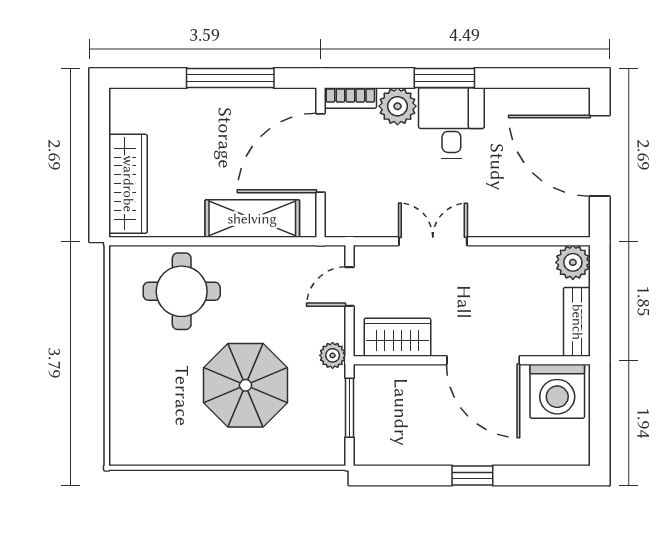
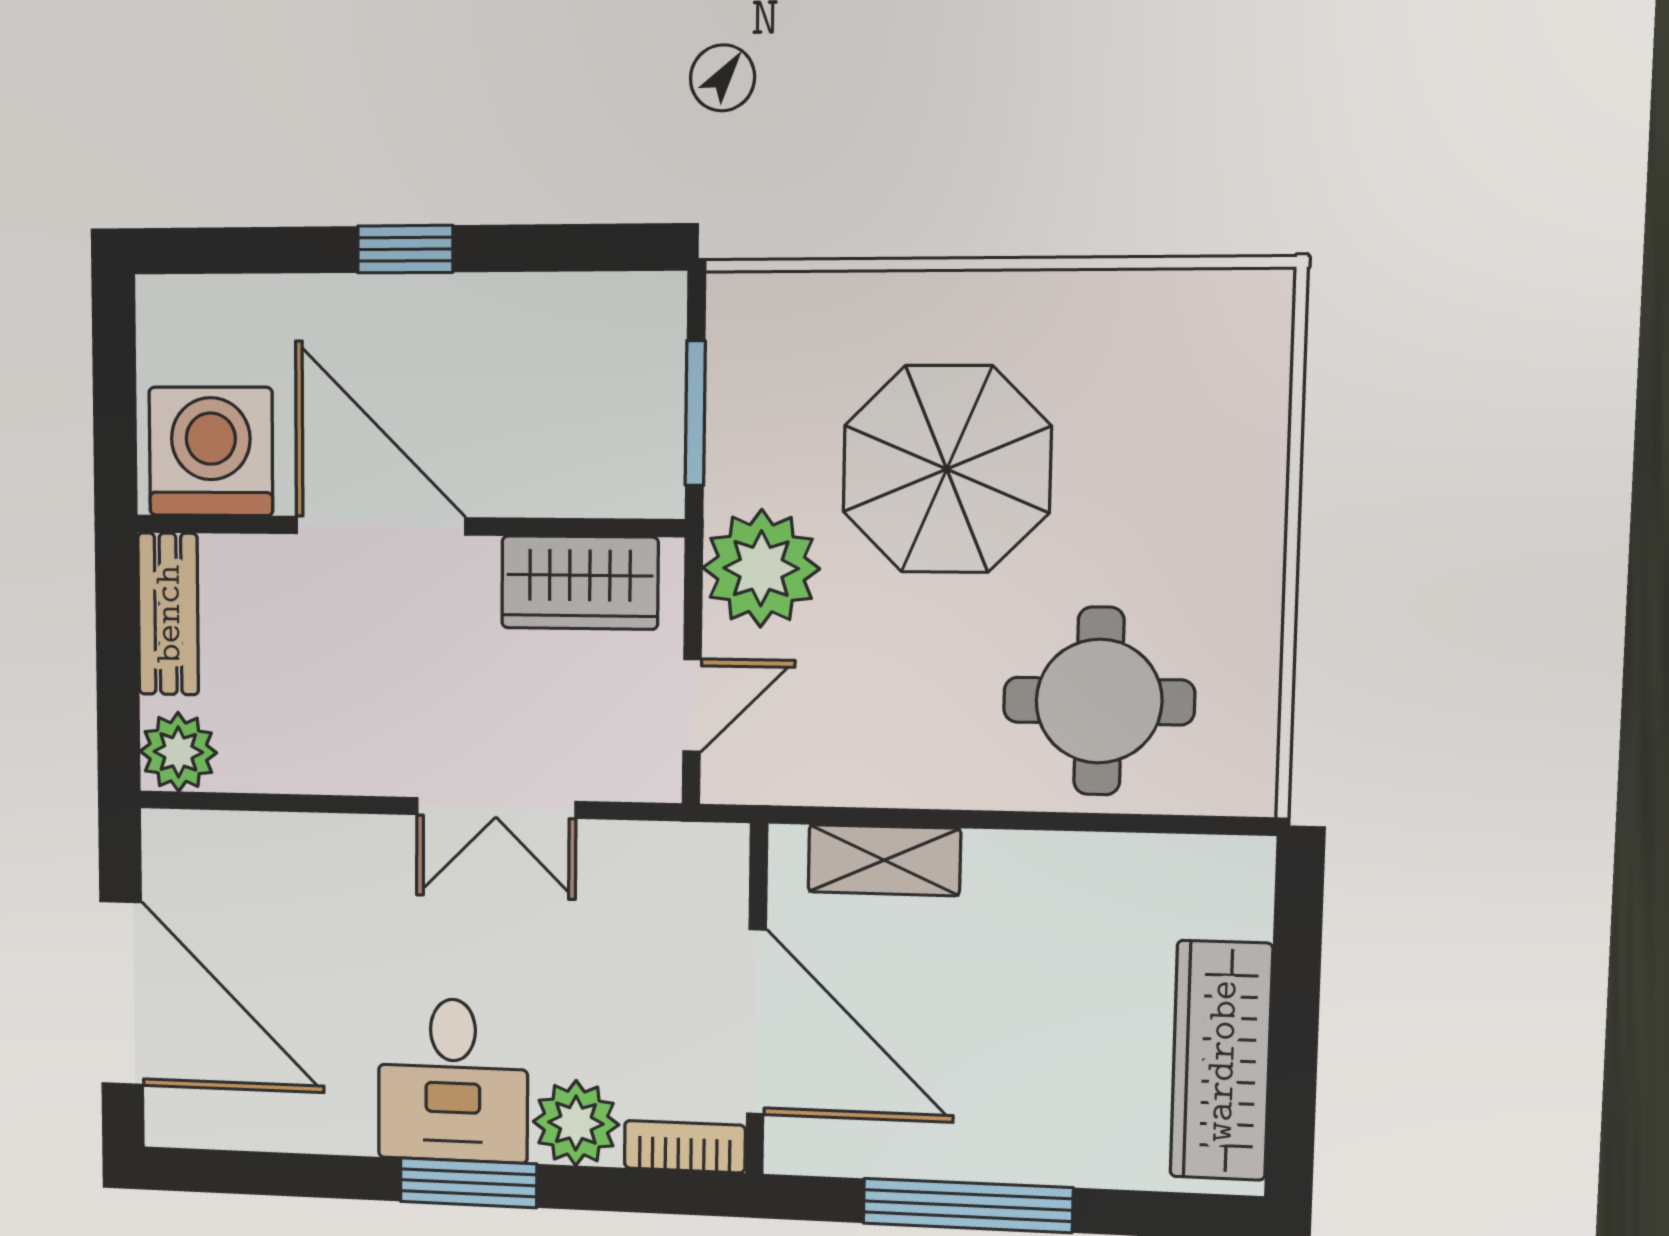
door: (320, 153) -> (756, 1022), hinge flipped
wardrobe: (128, 184) -> (1221, 1061), moved
shelving: (252, 219) -> (884, 860), width x0.67, depth x0.75
plant: (333, 355) -> (761, 568), width x1.87, depth x1.87

